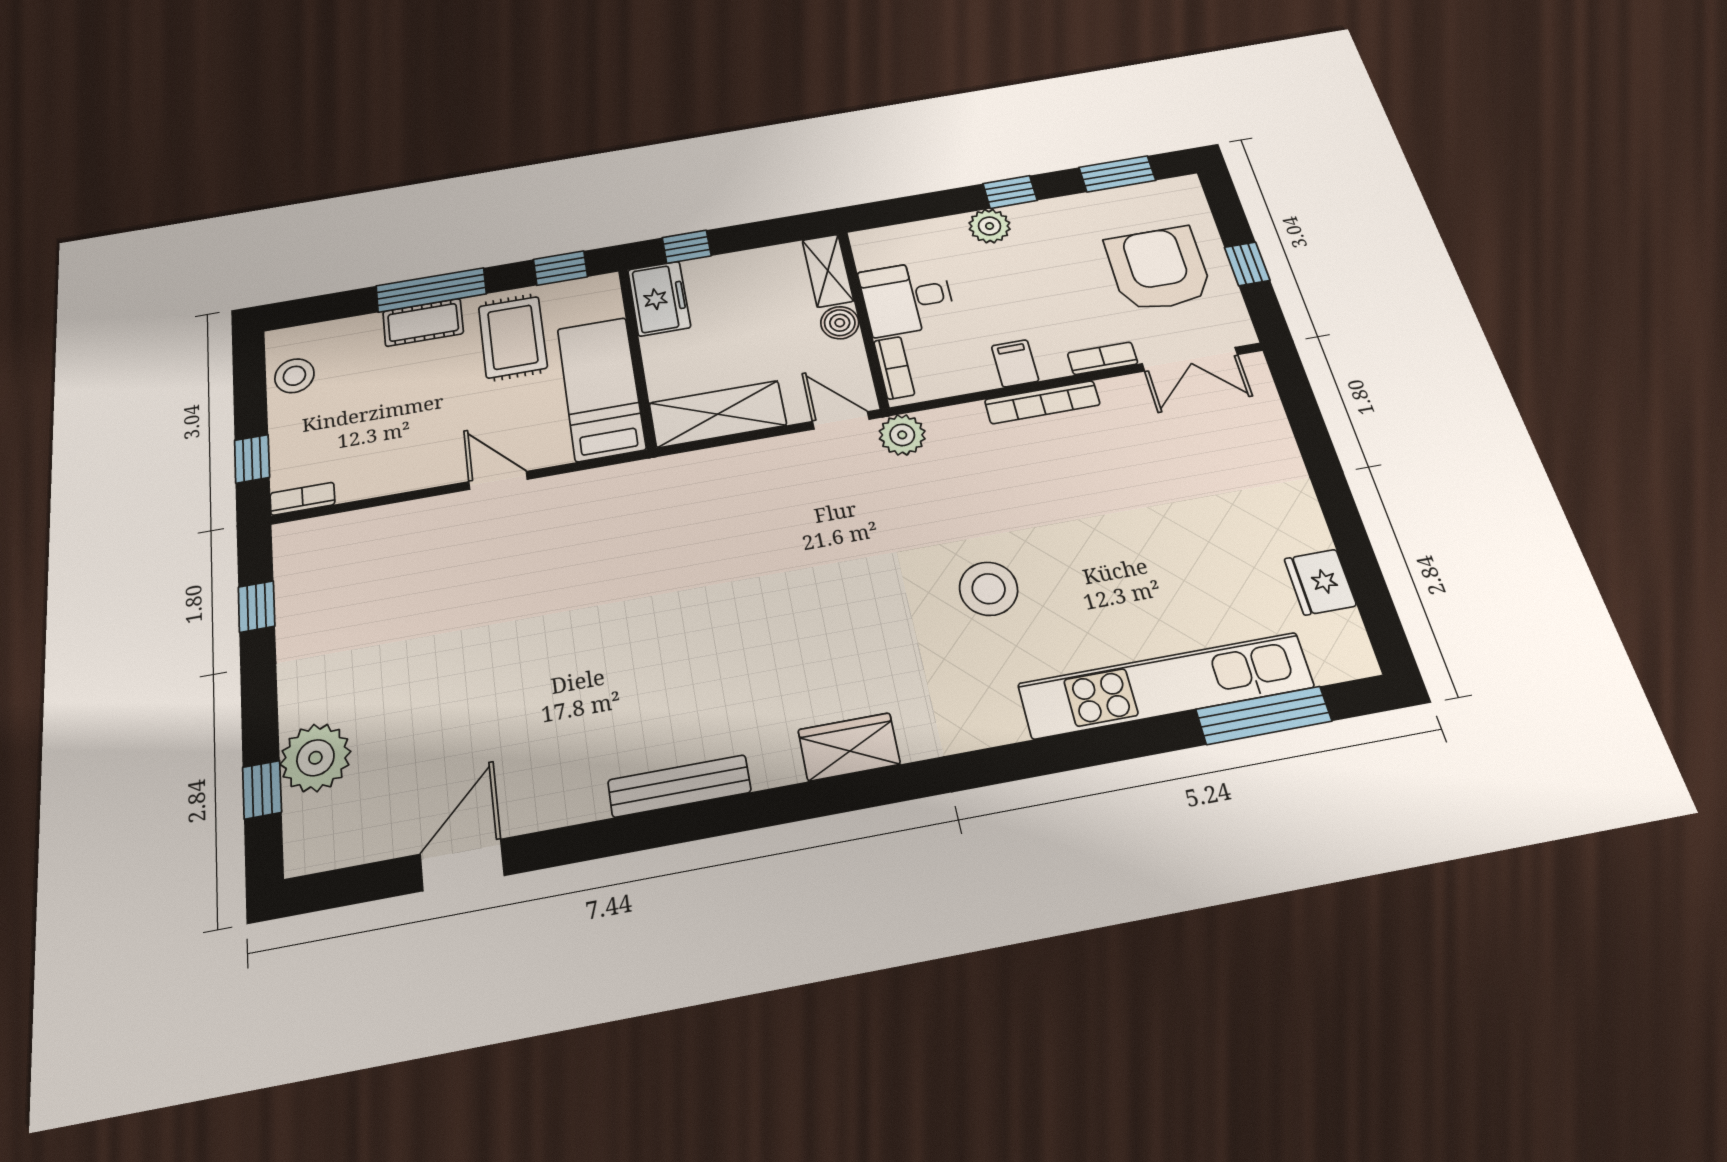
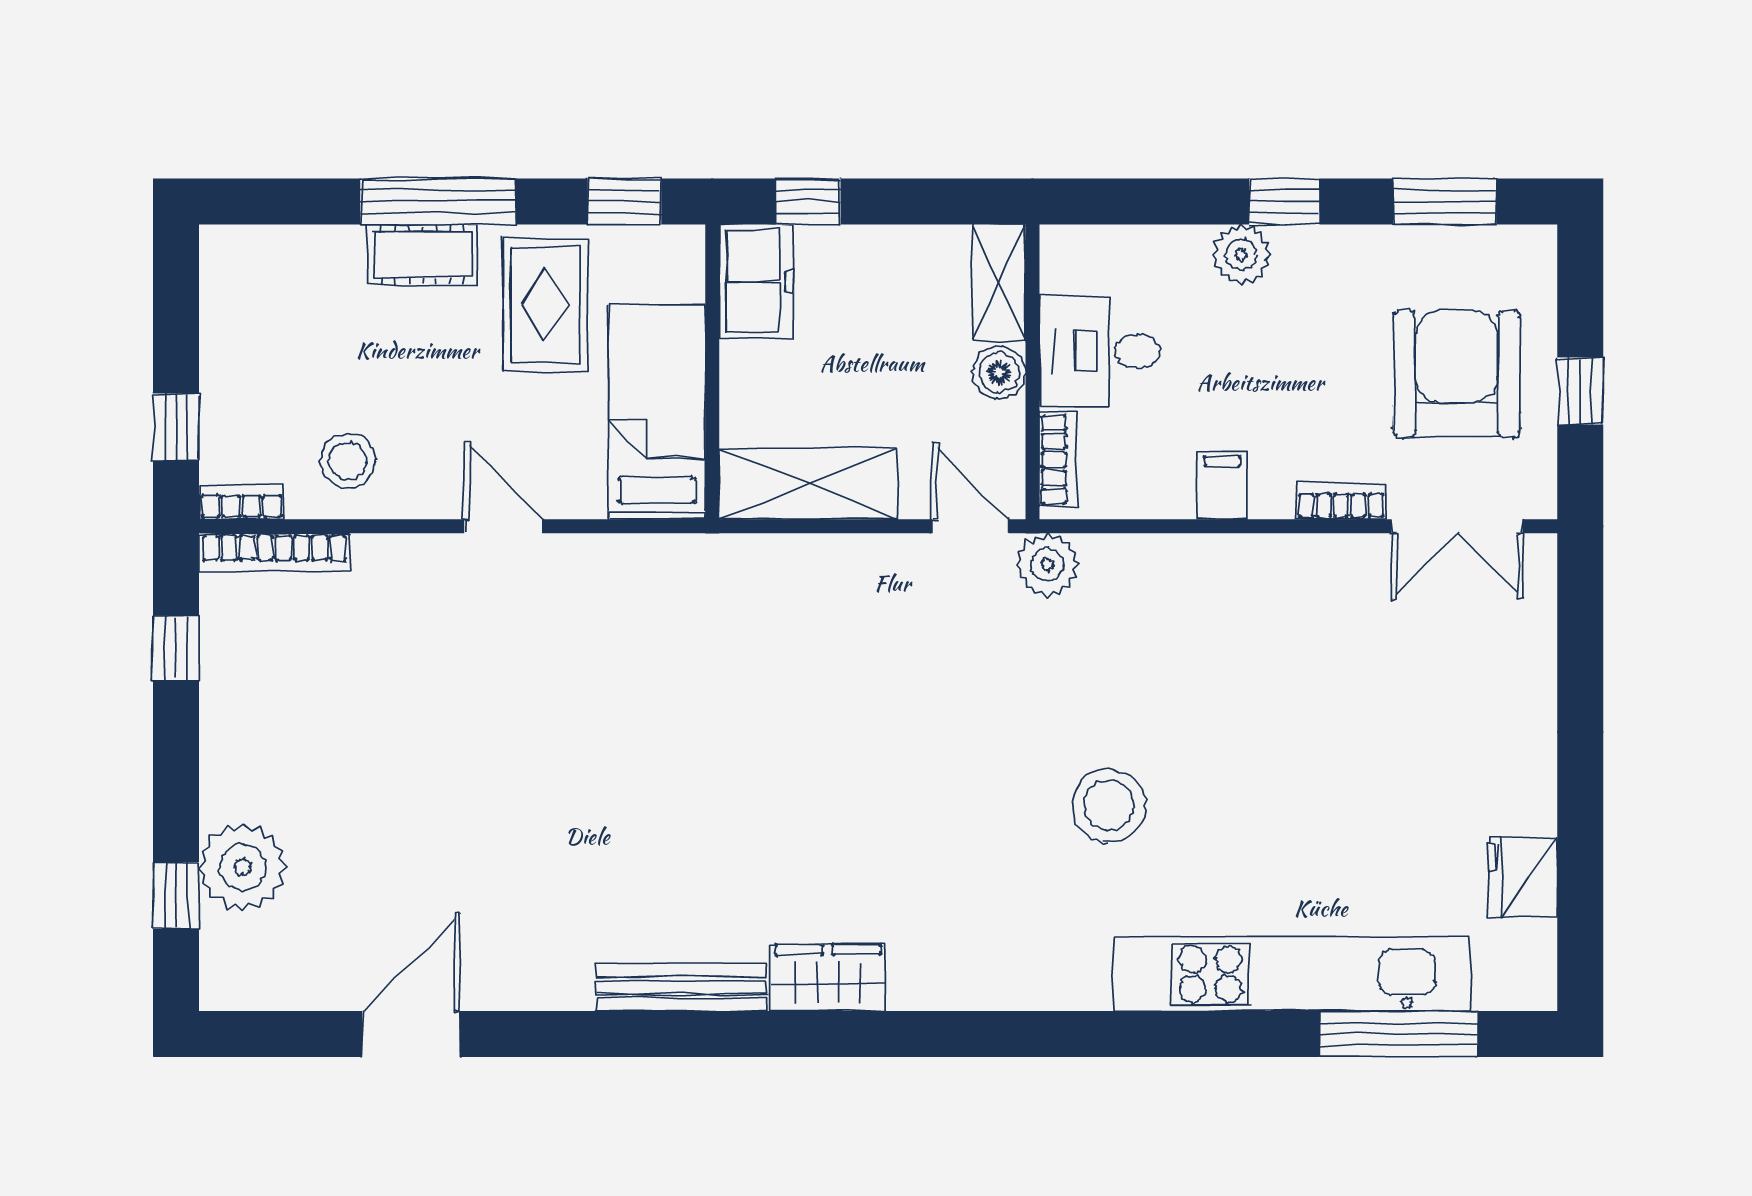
stool: (294, 376) -> (348, 461), moved
bookcase: (1042, 402) -> (274, 552), moved
wardrobe: (849, 747) -> (828, 978), moved

